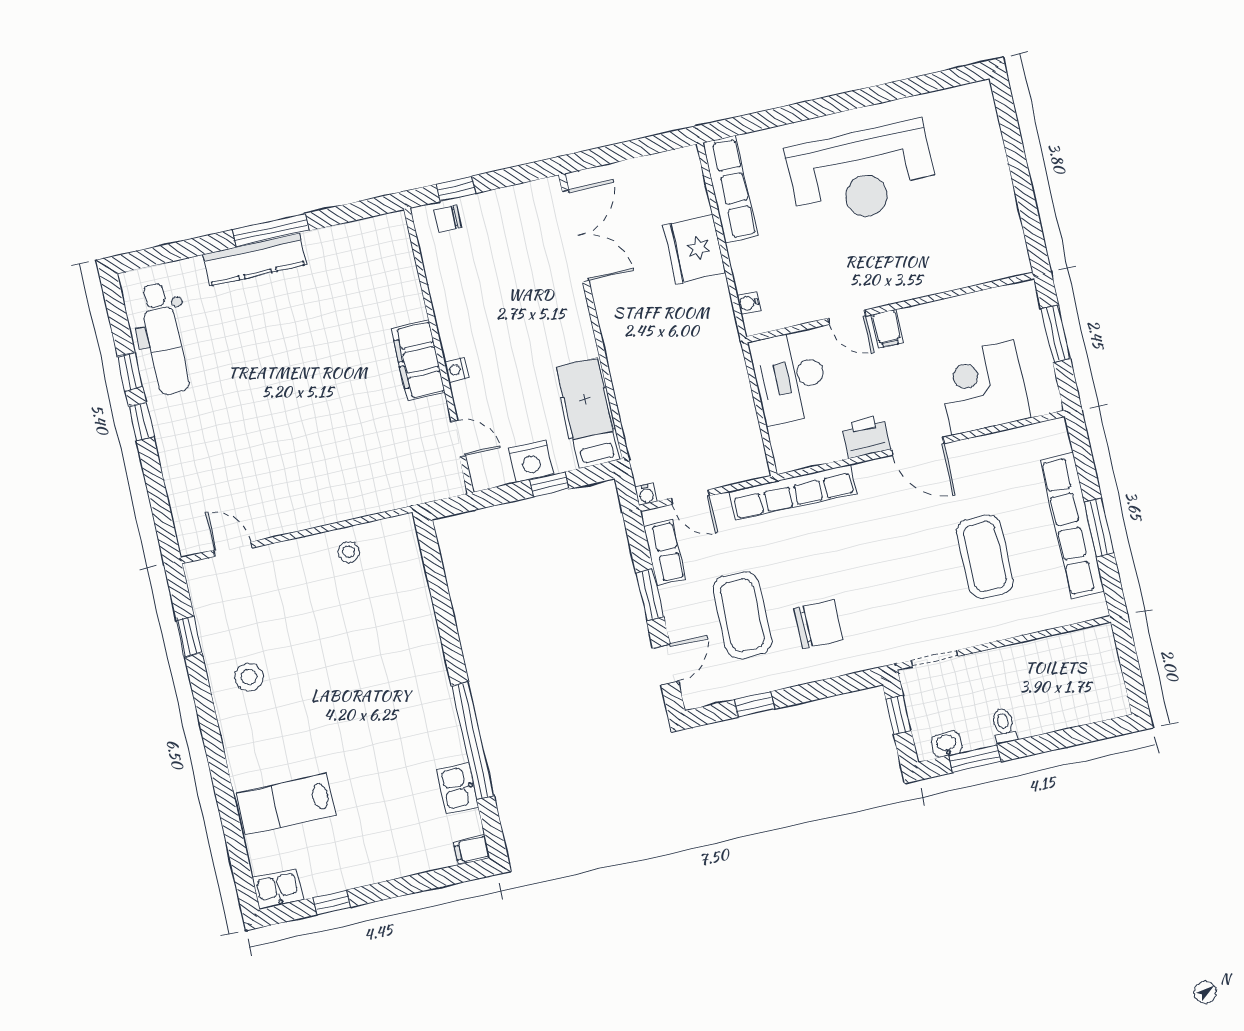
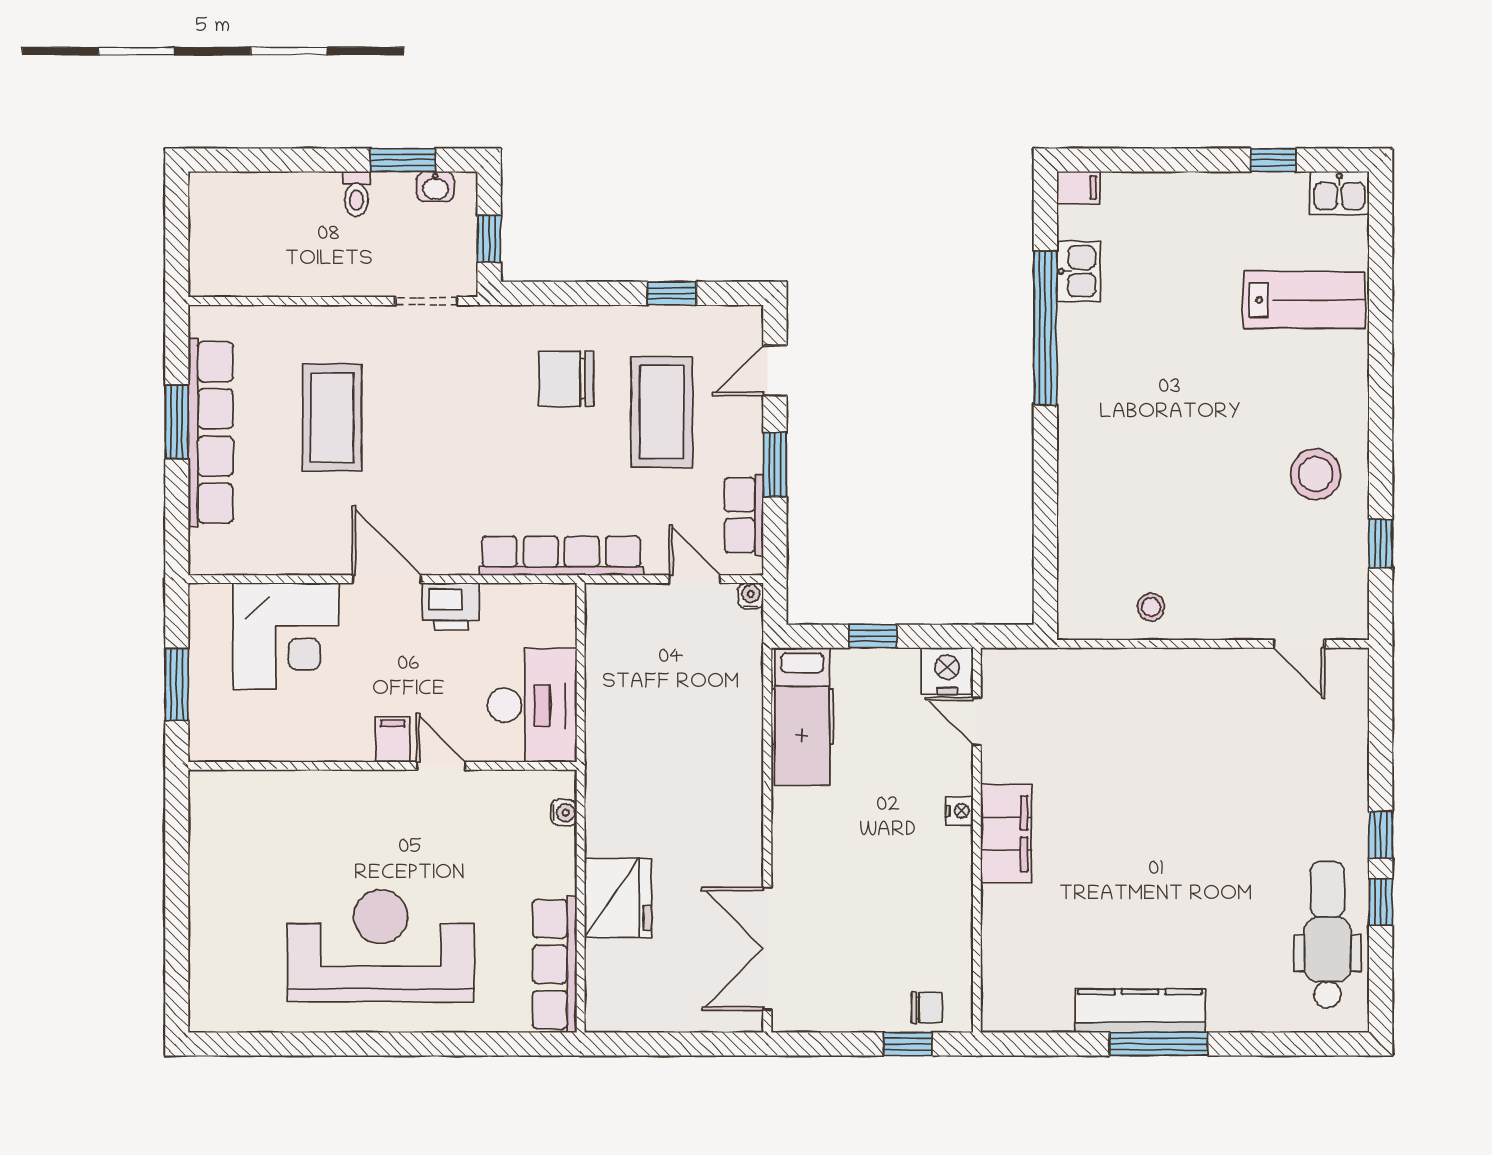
kitchen counter: (255, 260) -> (1140, 1011), moved
nightstand: (531, 461) -> (947, 671), moved
stool: (249, 677) -> (1316, 474), width x1.38, depth x1.38

